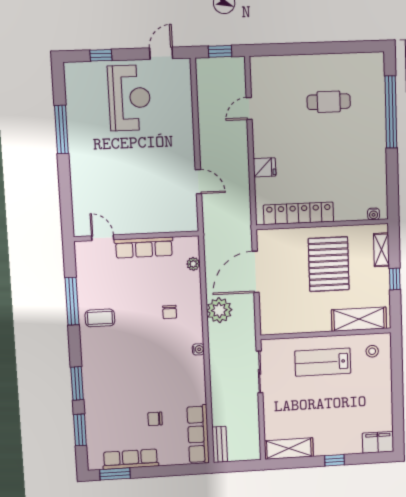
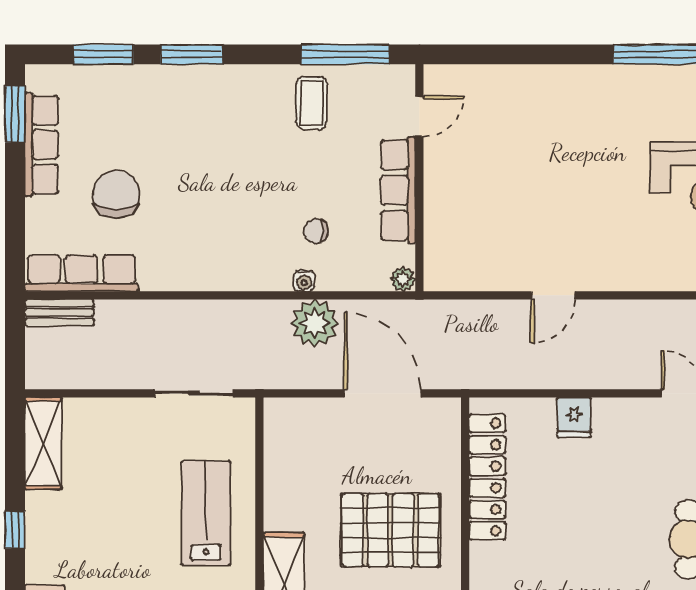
wall: (136, 236) -> (419, 178), moved
door: (103, 238) -> (419, 116), moved
row of seats: (144, 247) -> (398, 190), moved
water cooler: (198, 349) -> (304, 281), moved
chair: (155, 419) -> (116, 194), width x1.87, depth x1.87

